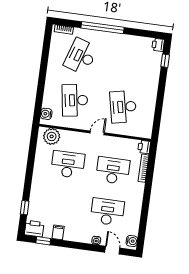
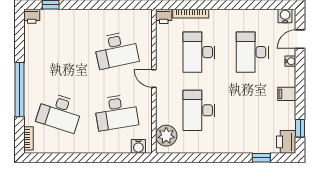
filing cabinet: (58, 232) -> (287, 94), moved

